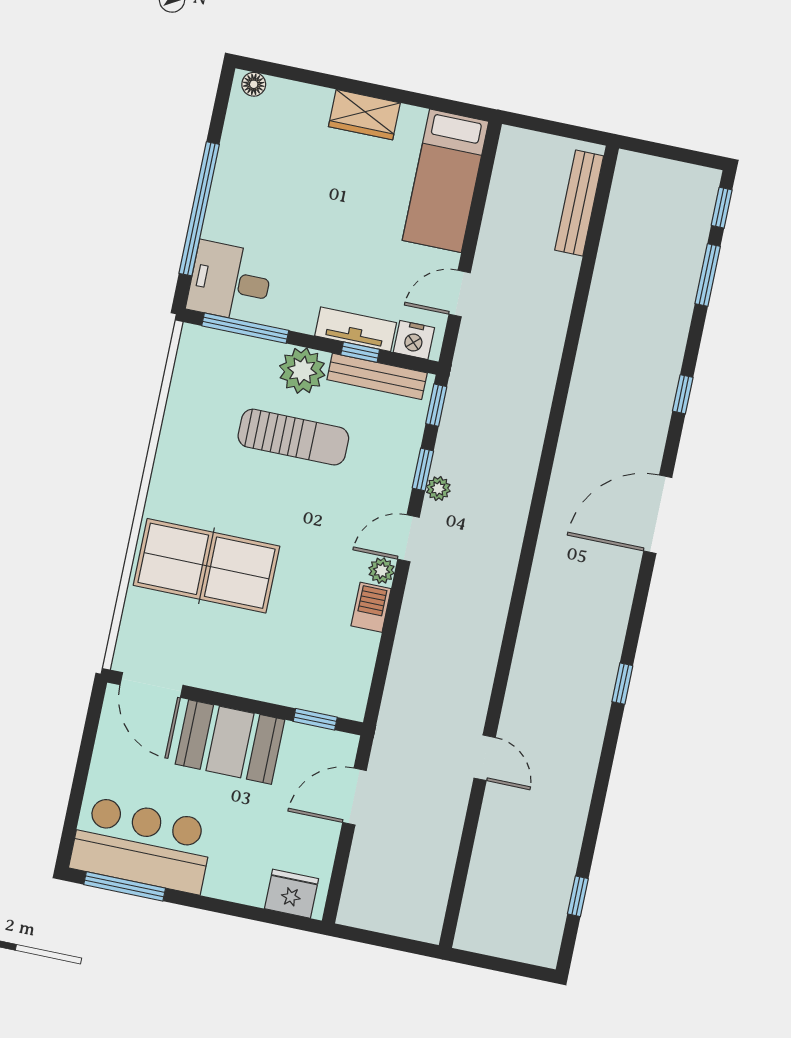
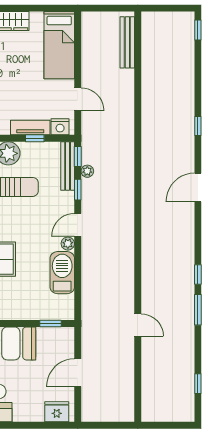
window: (708, 275) -> (198, 310), moved
door: (460, 294) -> (78, 99), swing flipped
bench: (377, 376) -> (68, 166), moved, turned 90
plant: (438, 489) -> (87, 171), moved
door: (658, 514) -> (198, 187), width x0.73
barbecue: (371, 607) -> (62, 273), width x1.88, depth x1.53
door: (355, 797) -> (78, 373), moved

